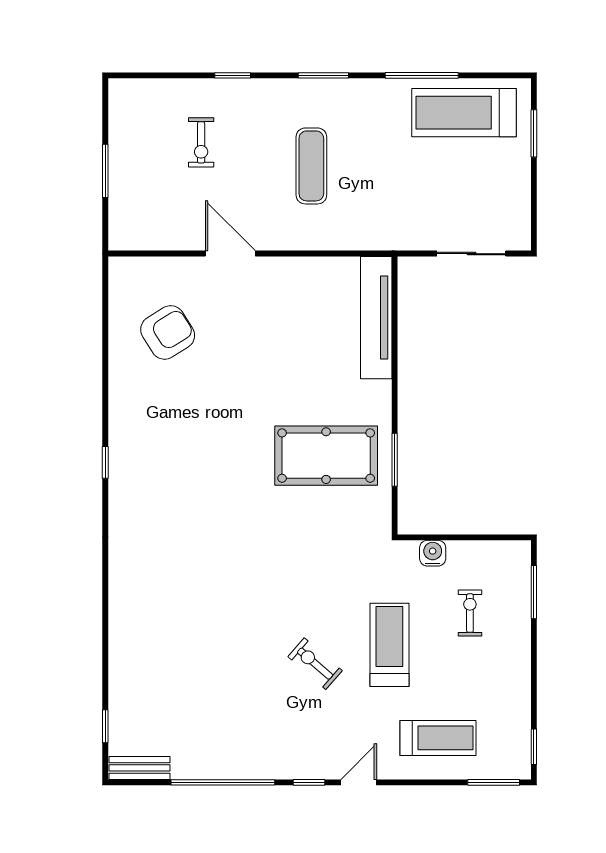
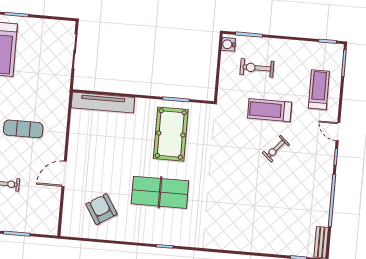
table tennis table: (210, 444) -> (160, 192), added
water cooler: (433, 553) -> (228, 44), moved
exercise bike: (470, 613) -> (257, 68), width x1.38, depth x1.39

